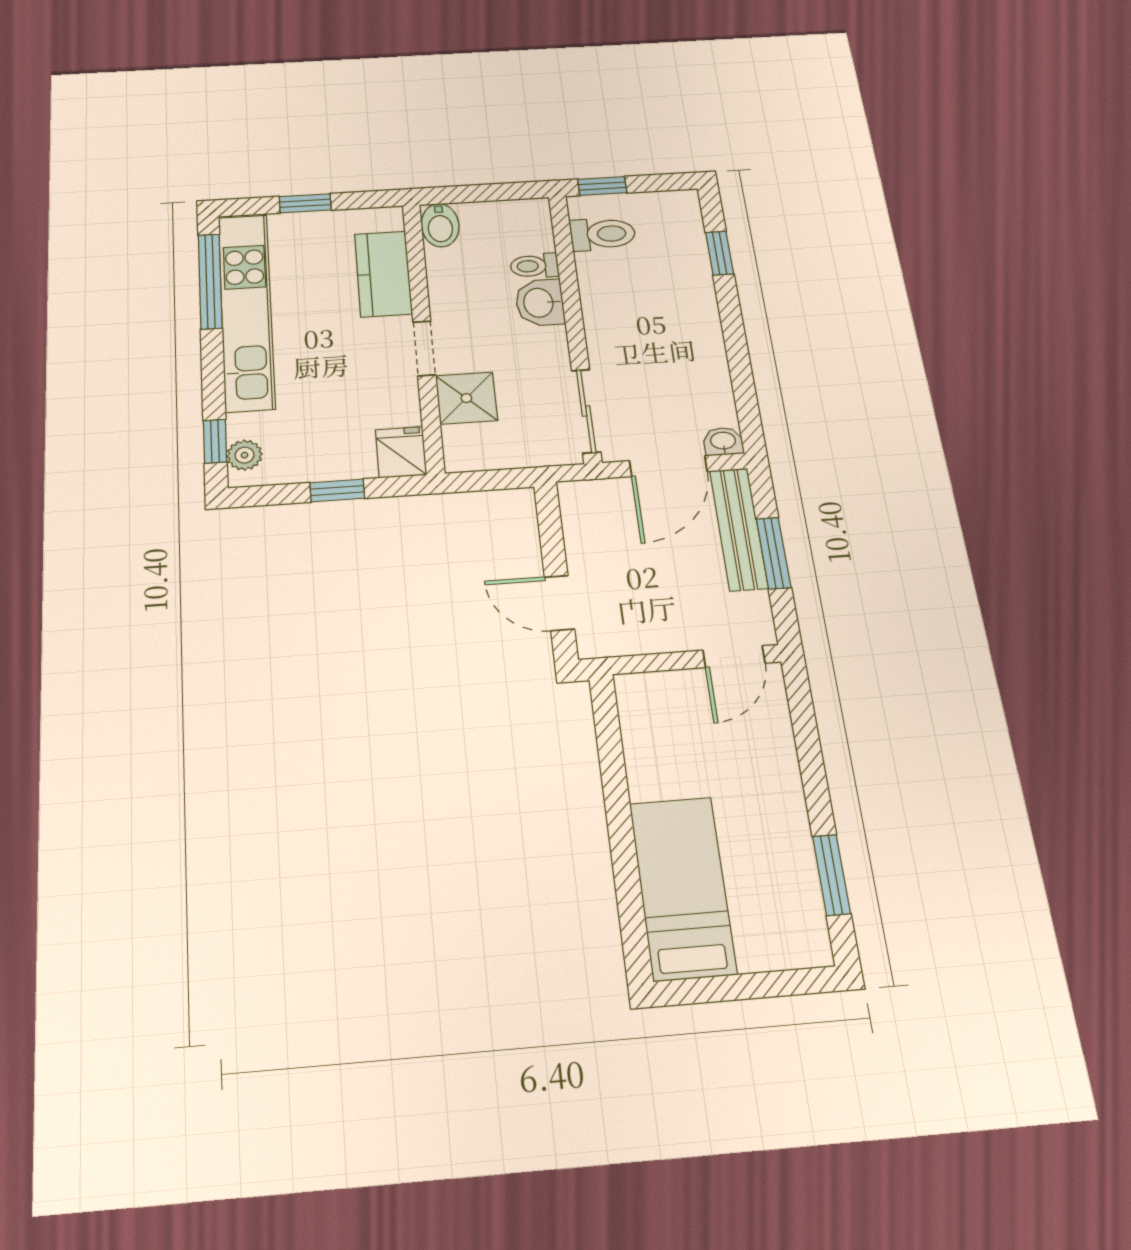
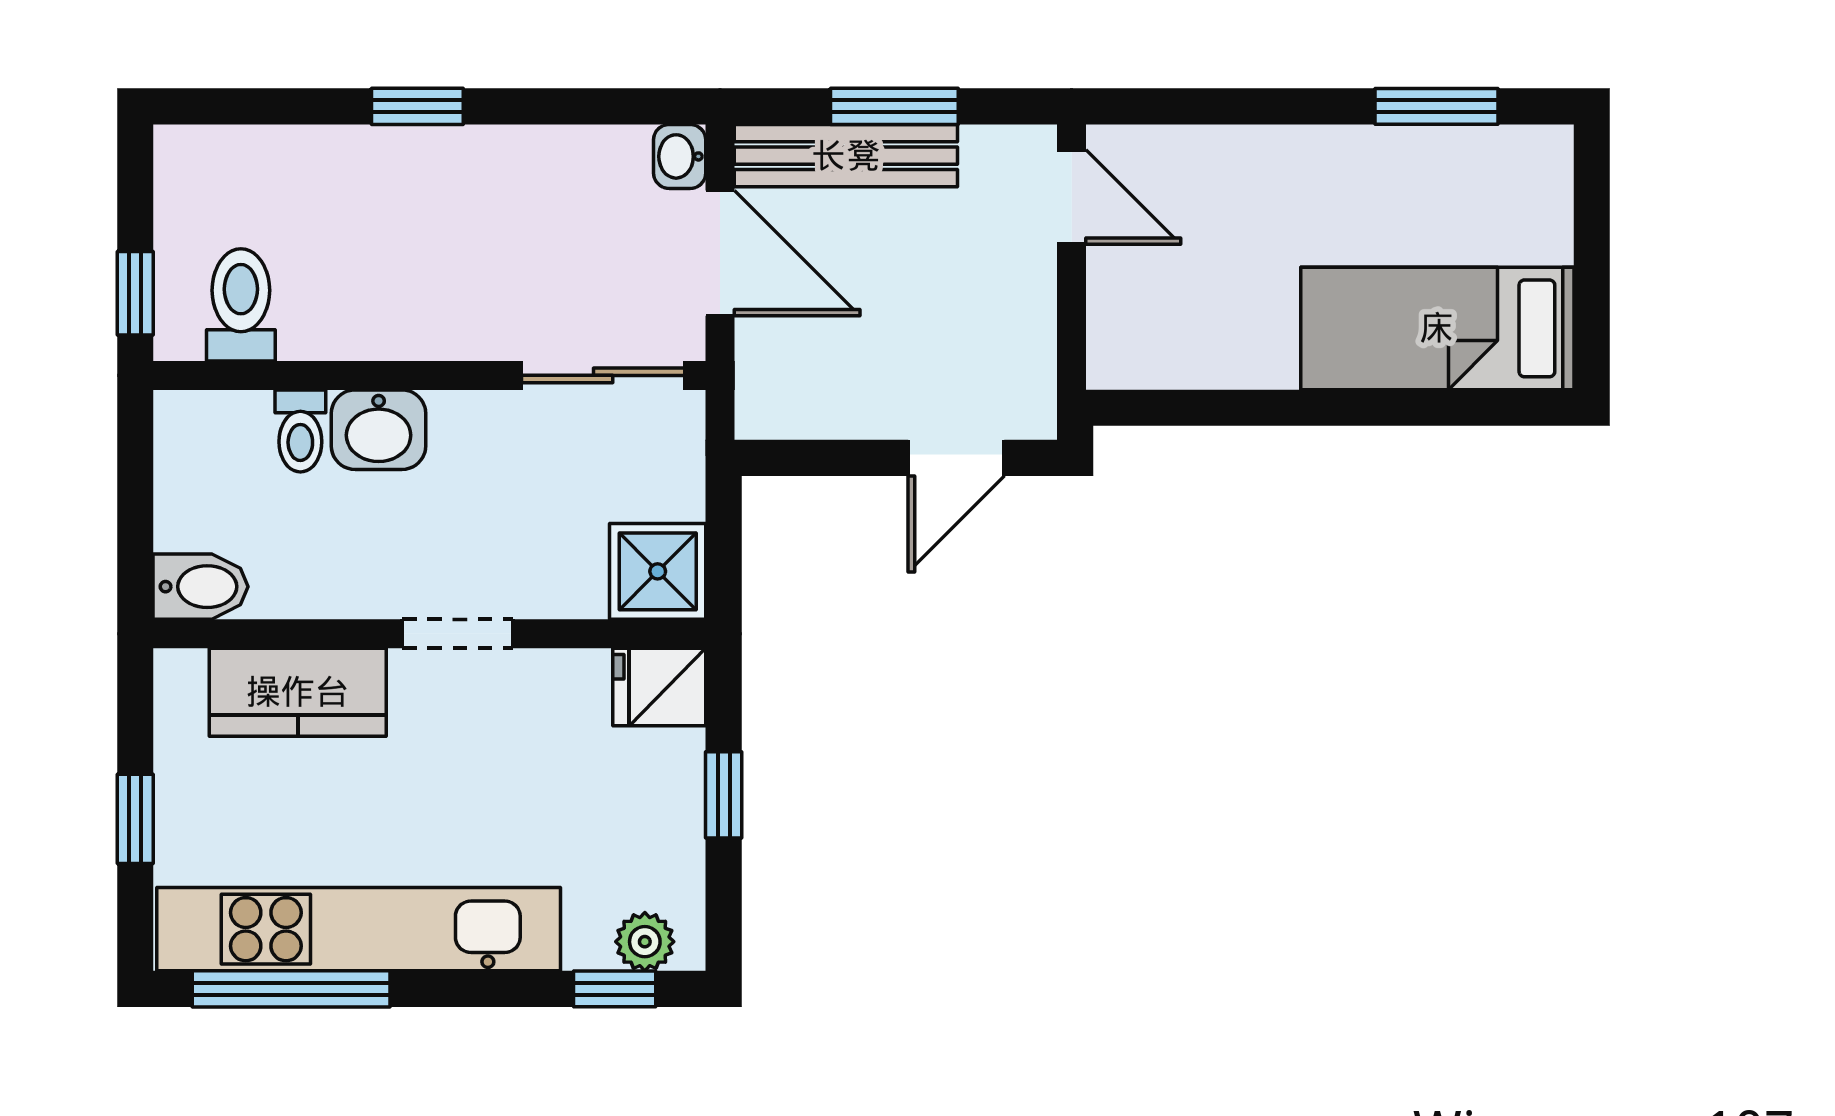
window: (720, 253) -> (417, 106), moved
shower: (466, 398) -> (658, 571), moved

